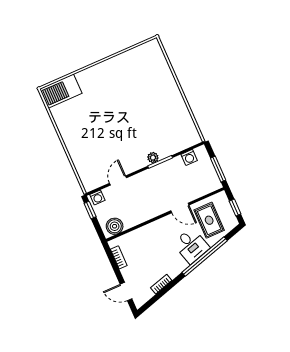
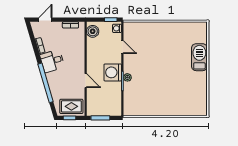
barbecue: (61, 91) -> (199, 57), moved
washing machine: (189, 157) -> (113, 72), moved, width x1.89, depth x1.89
door: (180, 208) -> (86, 81), swing flipped
rug: (209, 220) -> (71, 106), moved
desk: (191, 246) -> (52, 61), moved

